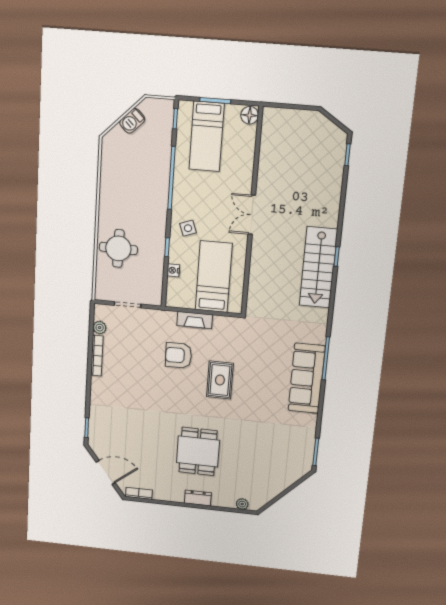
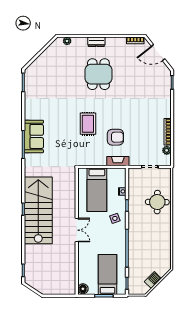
stairs: (318, 267) -> (38, 210), width x1.36, depth x1.51
fireplace: (195, 320) -> (118, 161), moved
sofa: (307, 378) -> (34, 136), width x0.73

